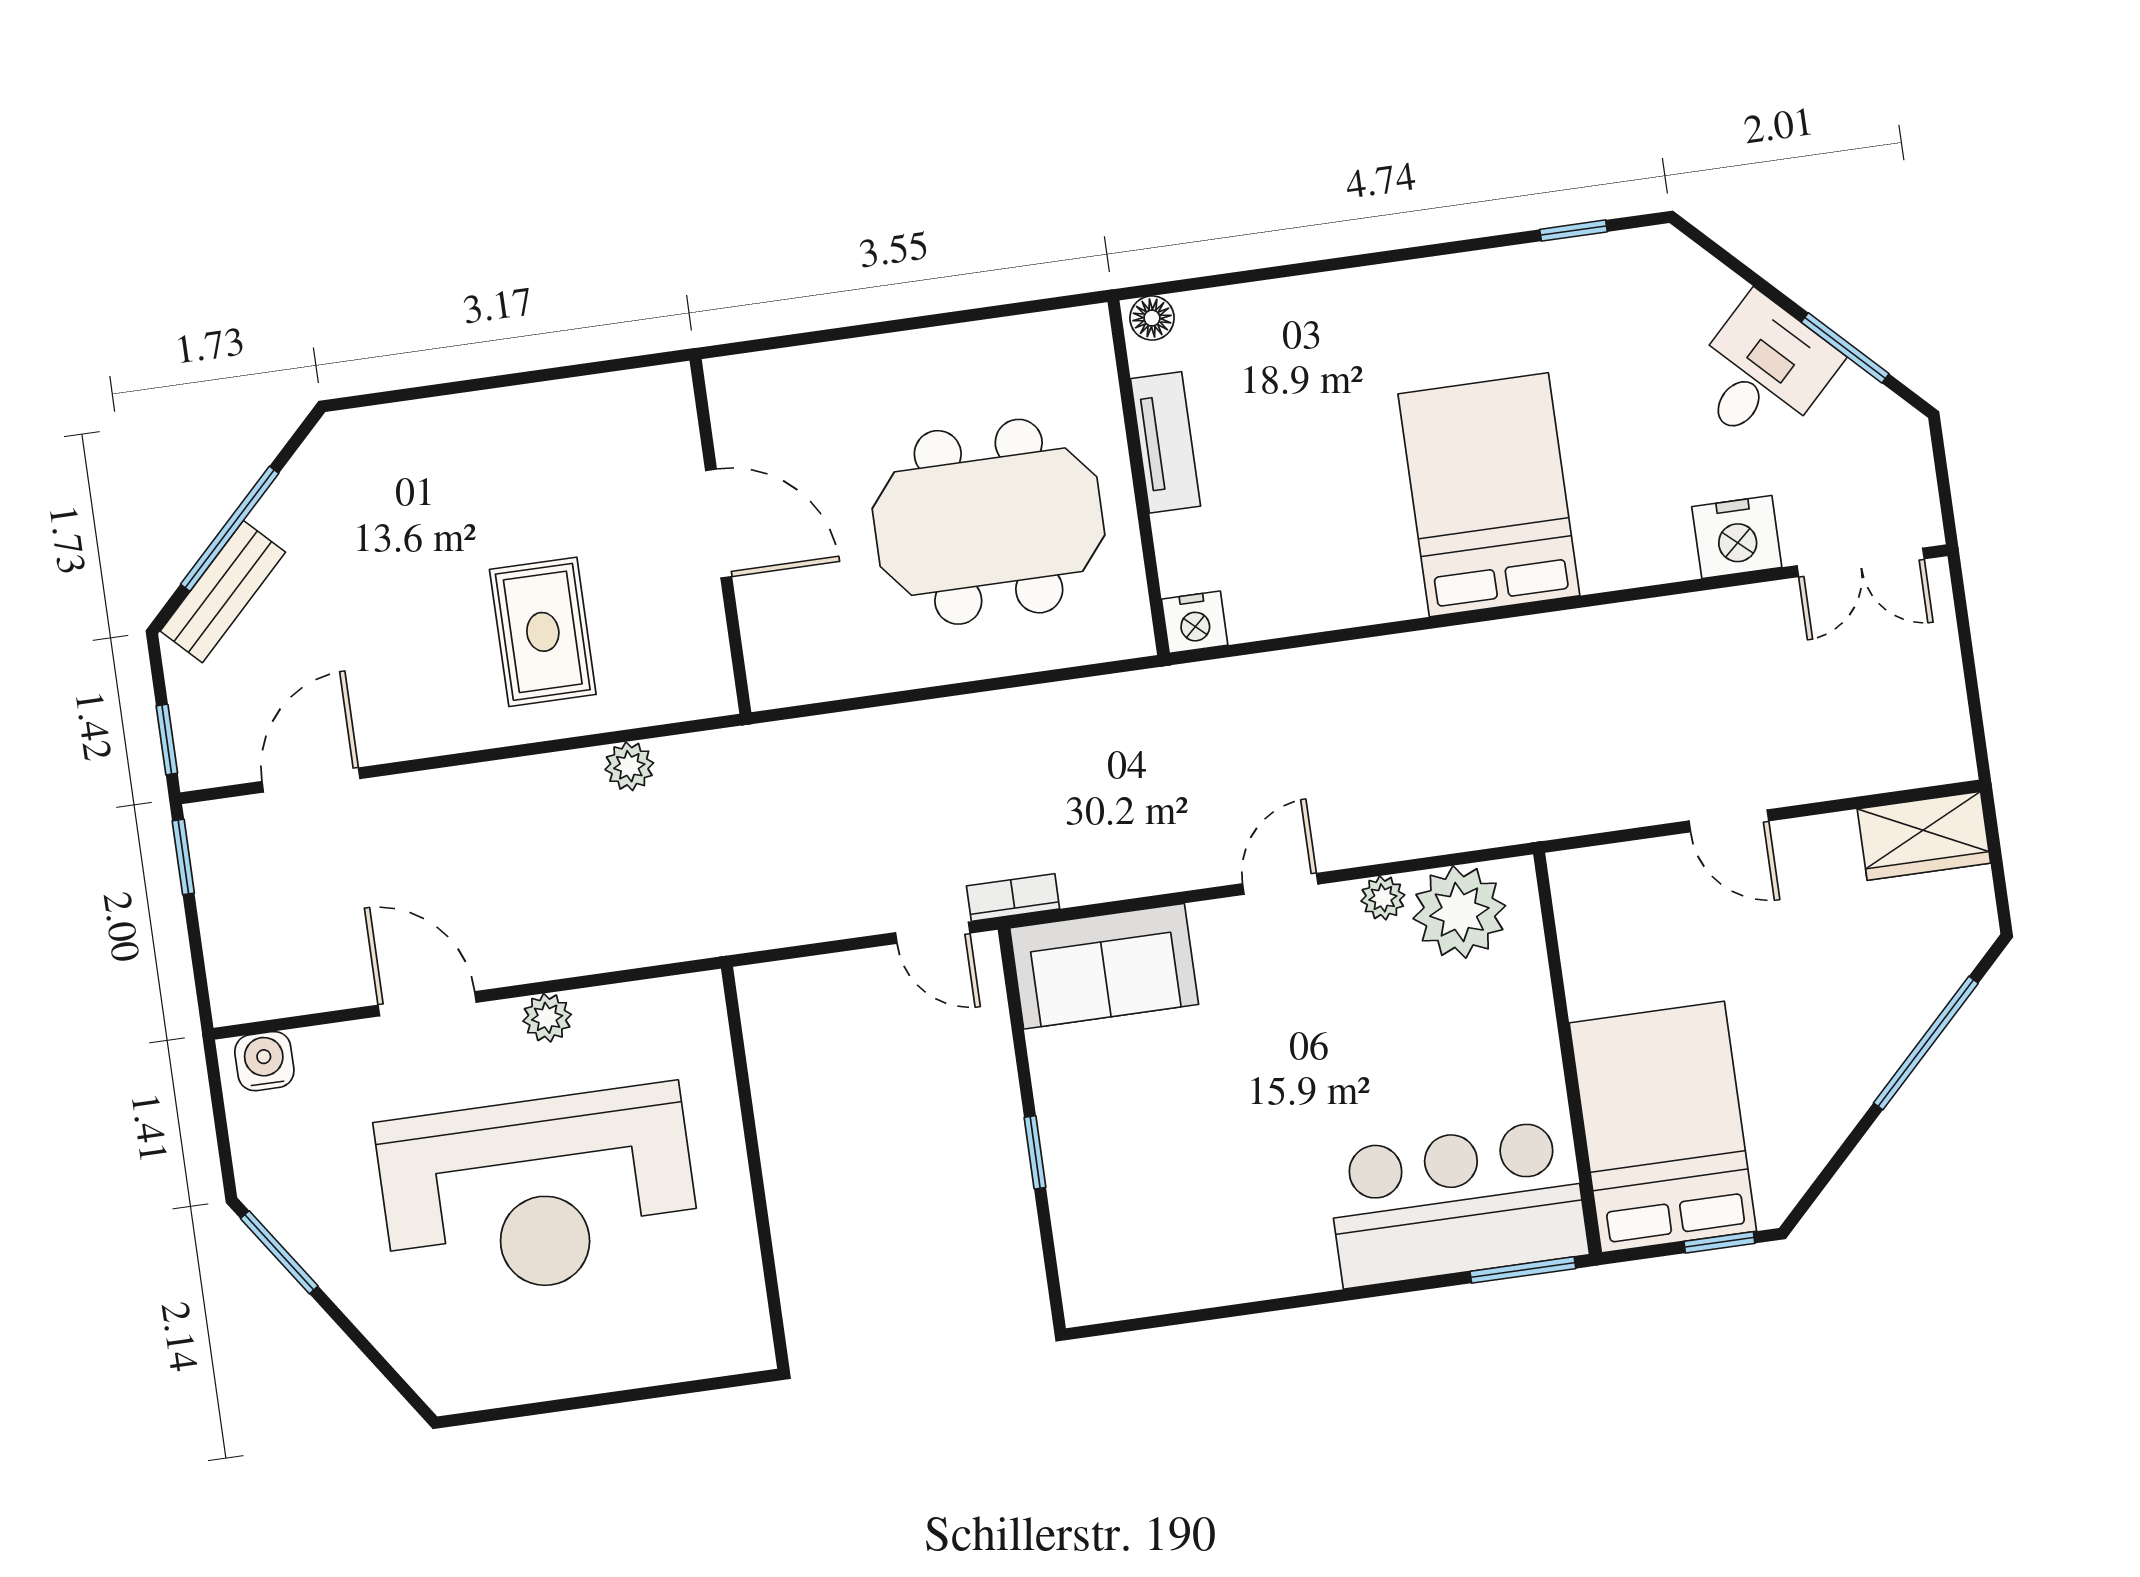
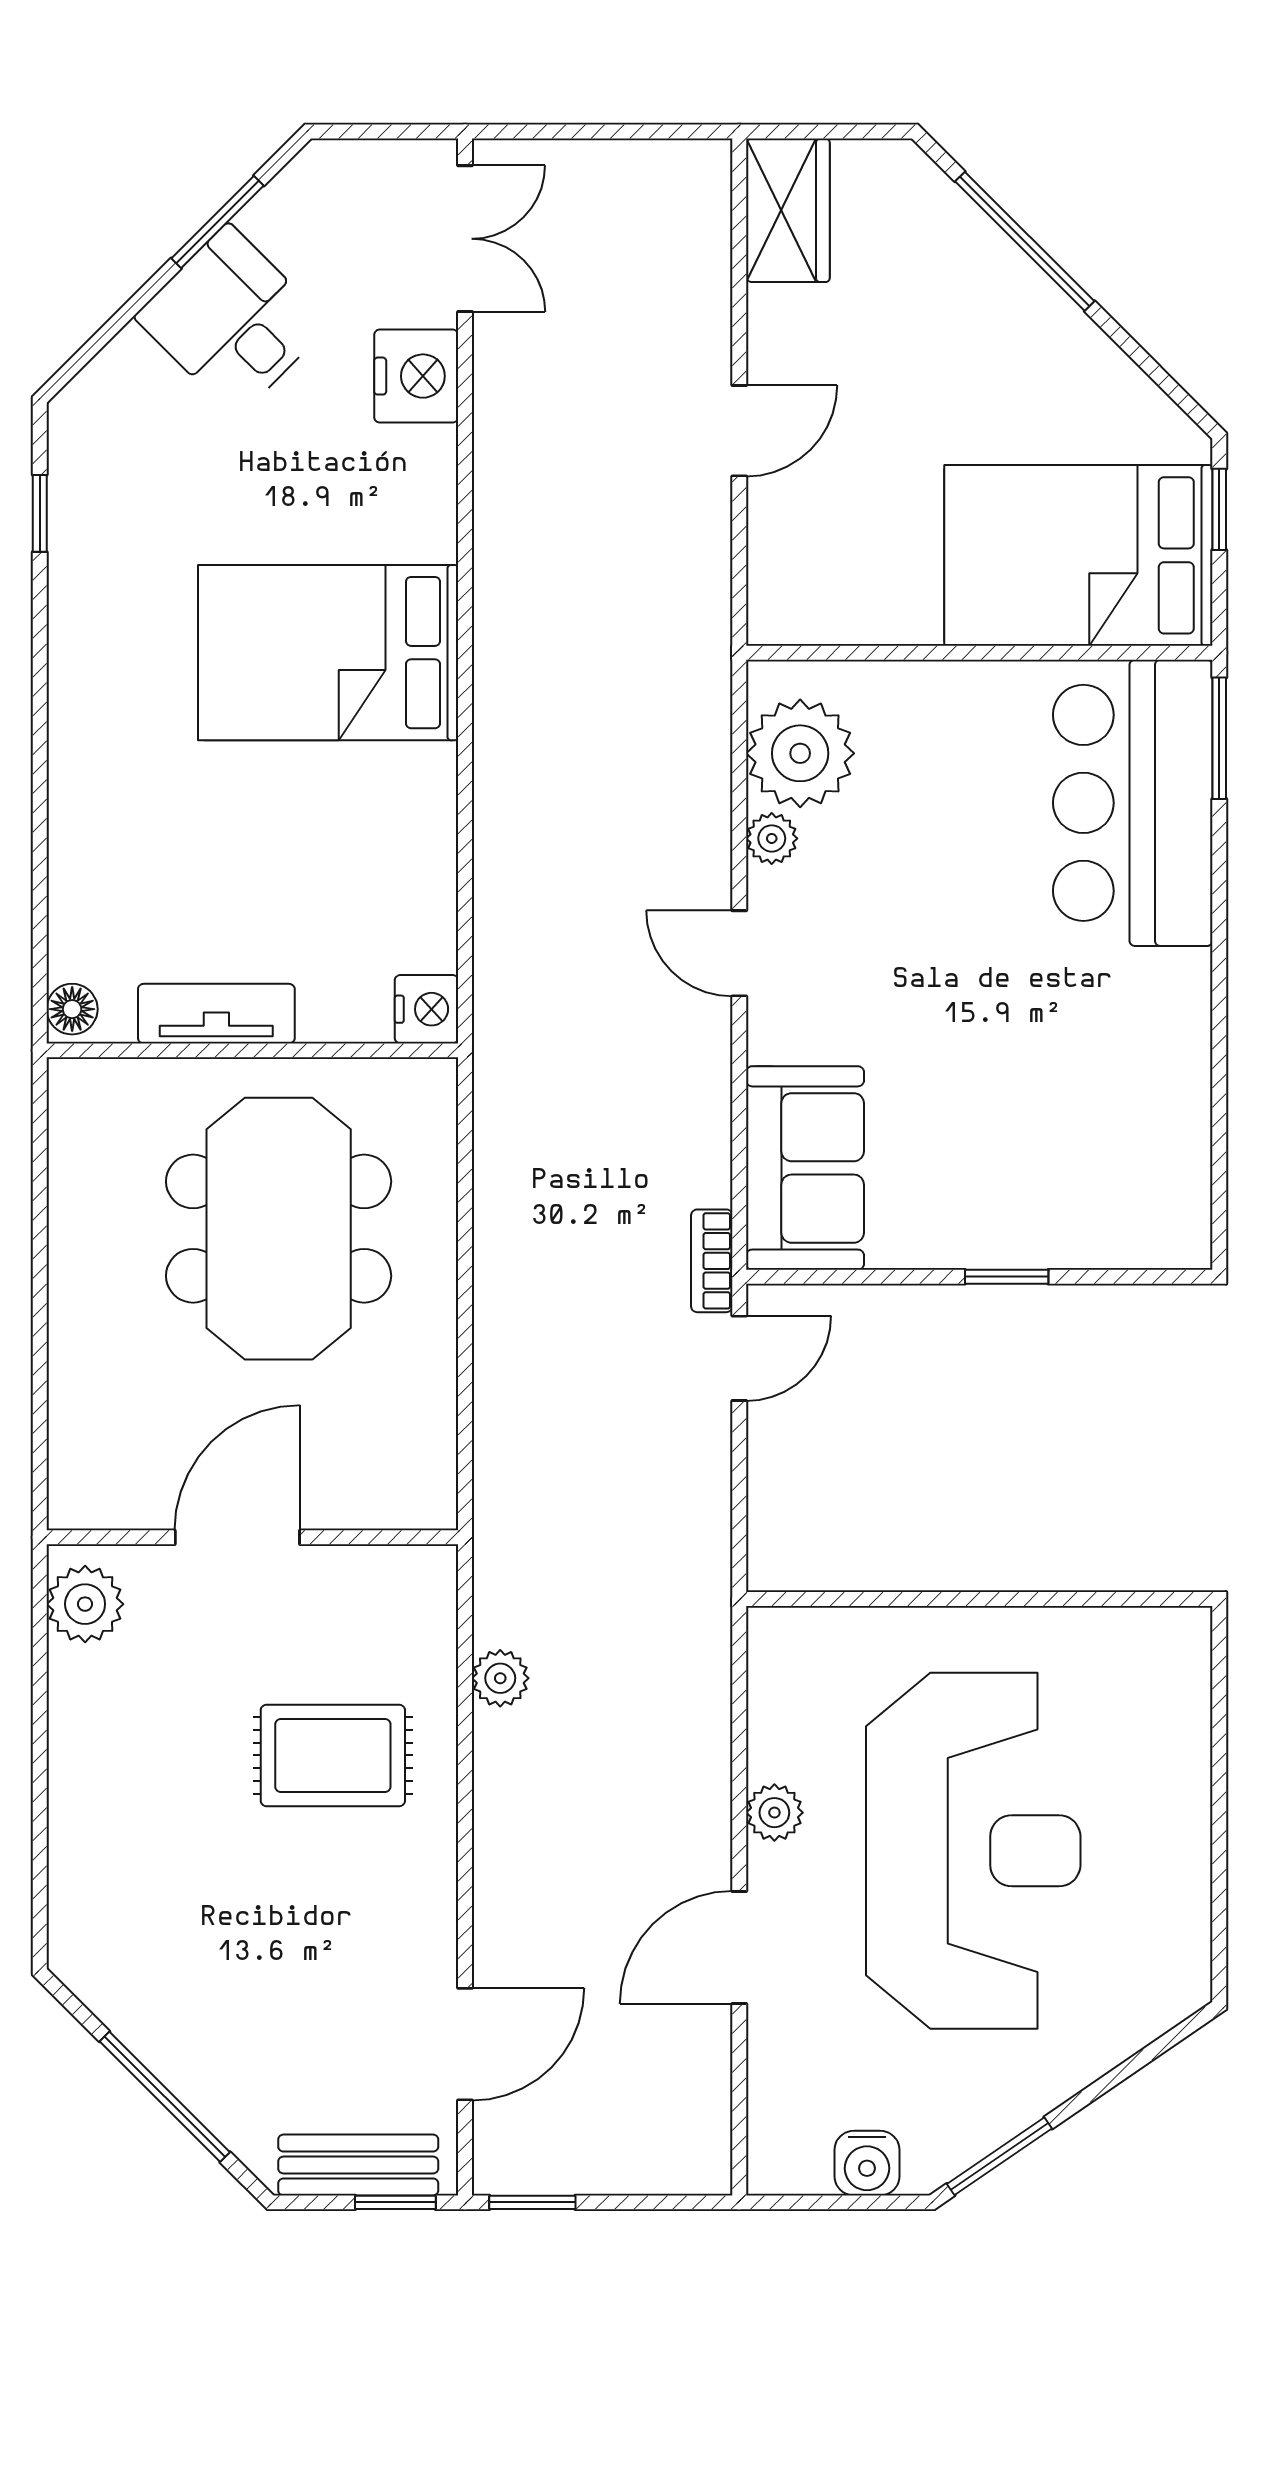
plant: (643, 401) -> (85, 1604), added
bench: (223, 592) -> (358, 2165), moved, turned -45
door: (311, 780) -> (465, 2044), swing flipped
water cooler: (264, 1061) -> (867, 2163), moved, turned -90

